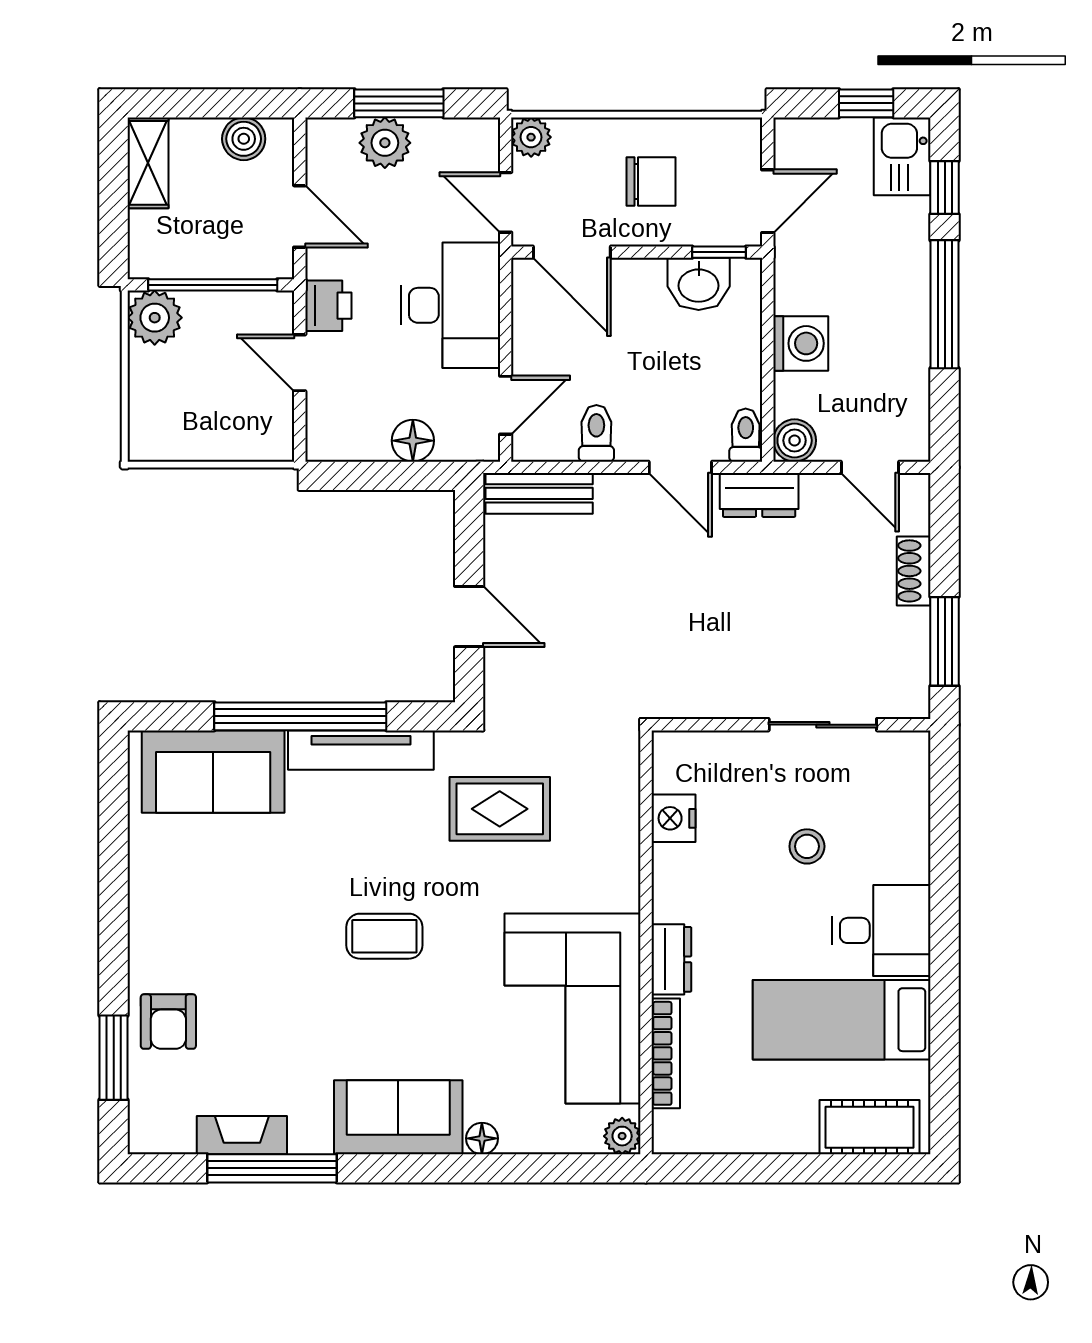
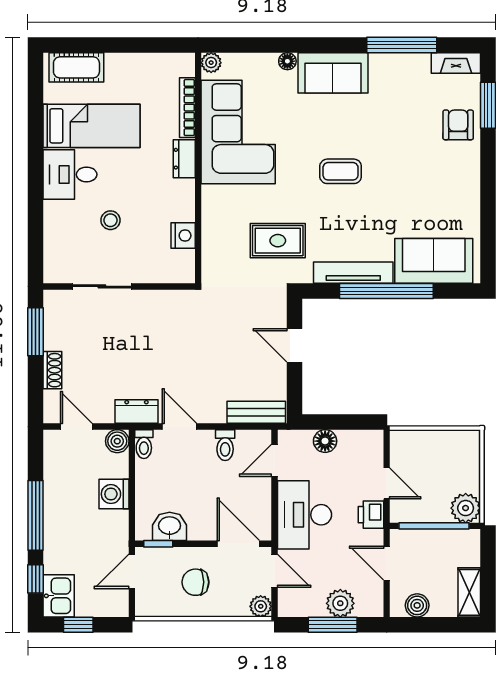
fireplace: (242, 1135) -> (456, 63), moved

